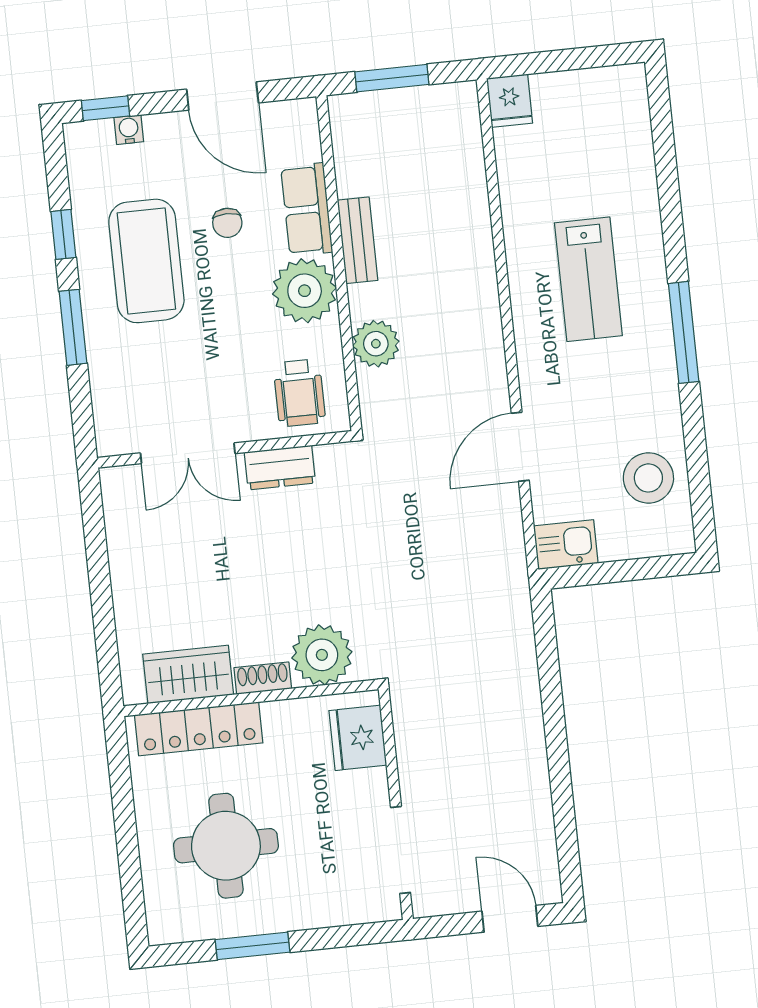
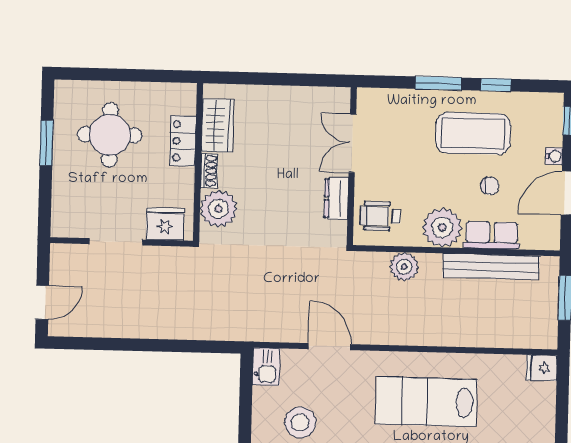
water cooler: (129, 130) -> (554, 156), moved
chair: (227, 223) -> (490, 186), turned 180
bench: (357, 240) -> (491, 267), width x1.86, depth x1.21
lab bench: (588, 279) -> (426, 402), width x1.36, depth x1.39
locker: (199, 729) -> (183, 141), width x0.66
doorway: (401, 850) -> (116, 242), moved

